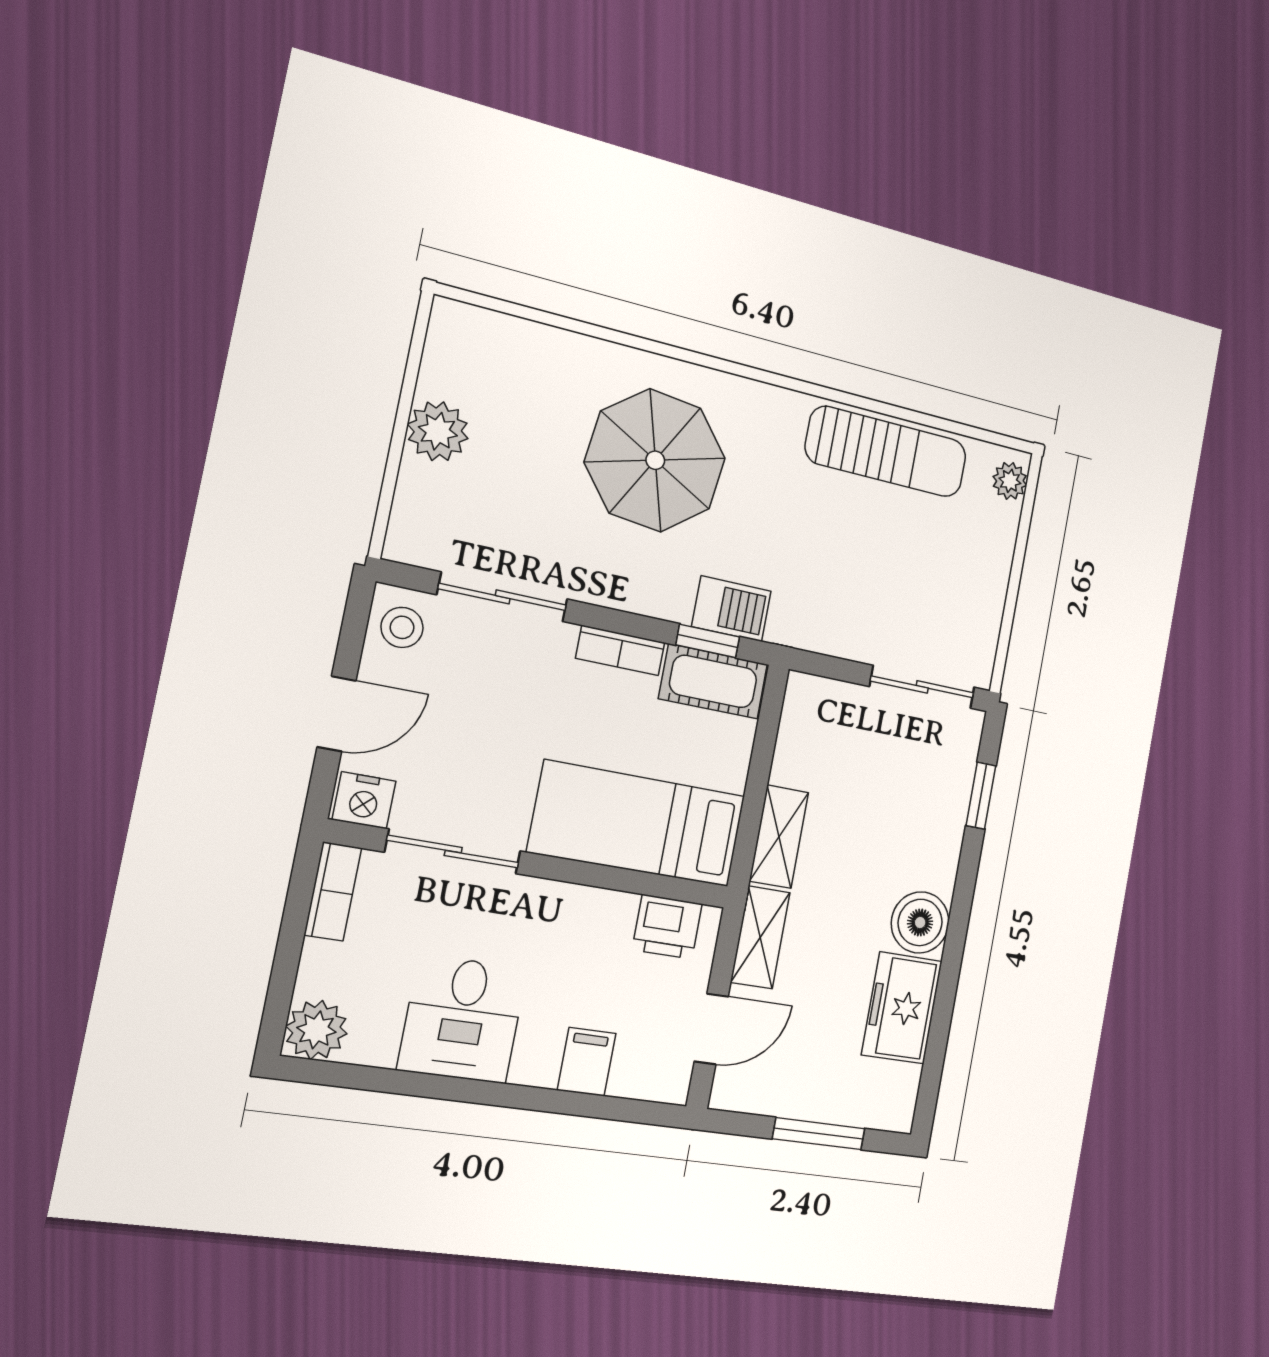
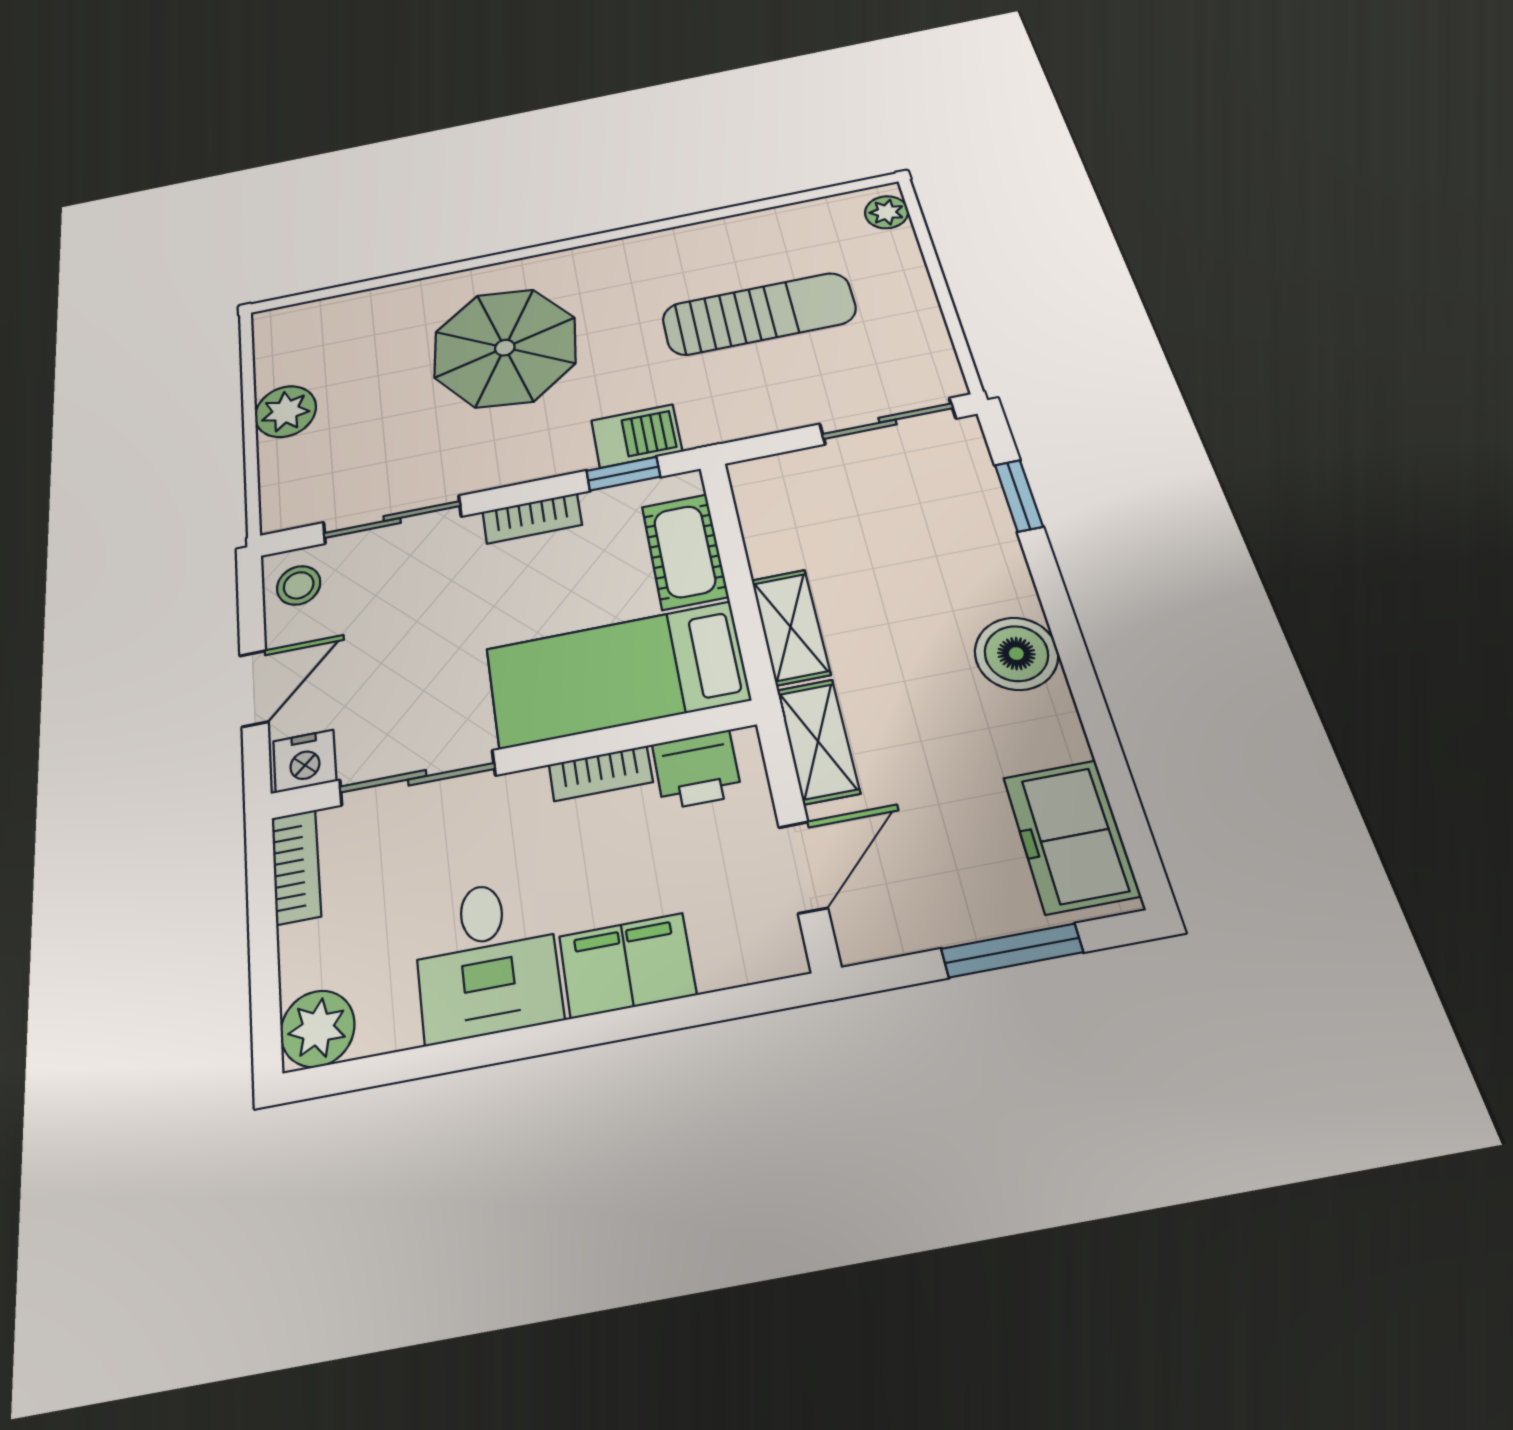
sun lounger: (886, 452) -> (759, 314), moved
cot: (713, 681) -> (685, 551), moved, turned 90
bookcase: (596, 903) -> (601, 773), added
freezer: (902, 1008) -> (1071, 836), moved
filing cabinet: (587, 1062) -> (627, 965), width x2.00

